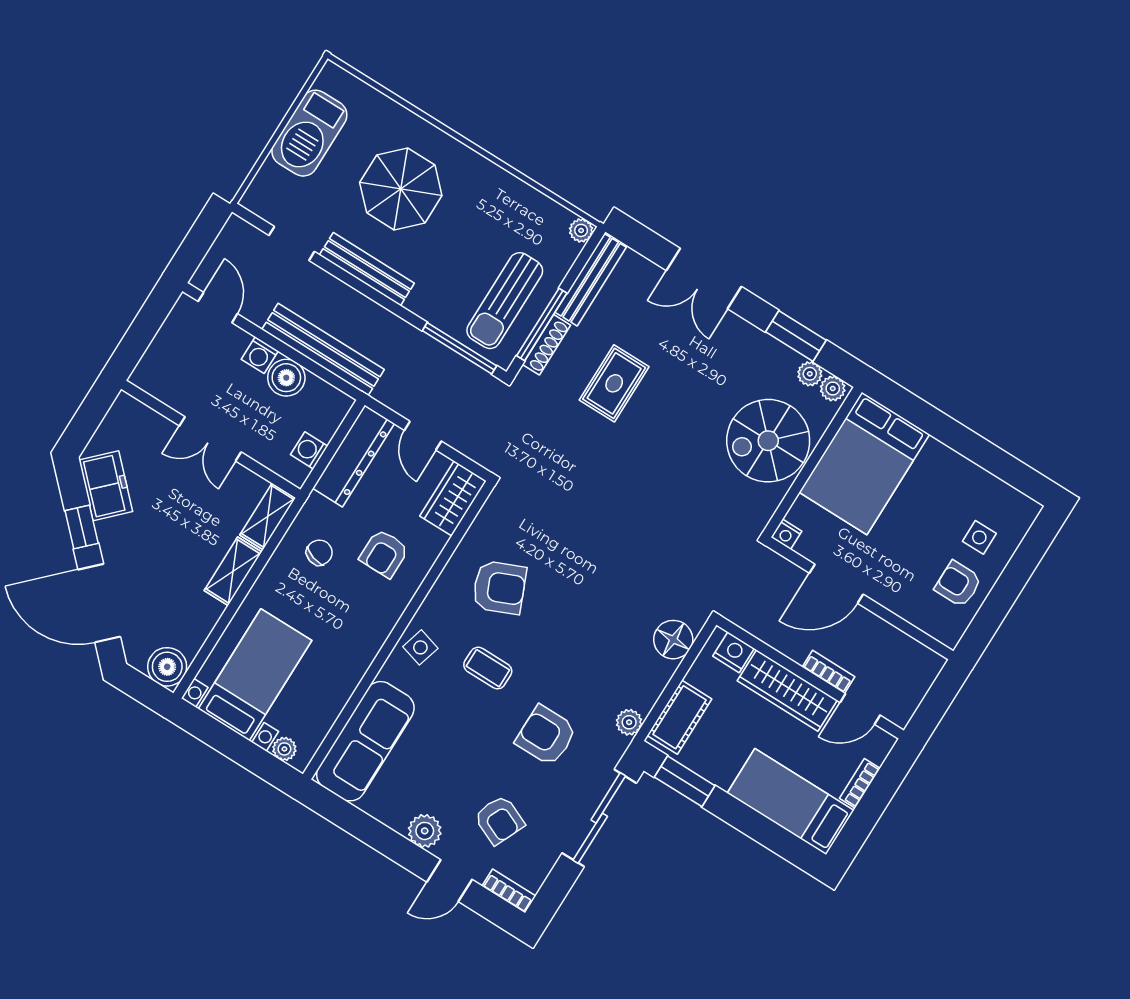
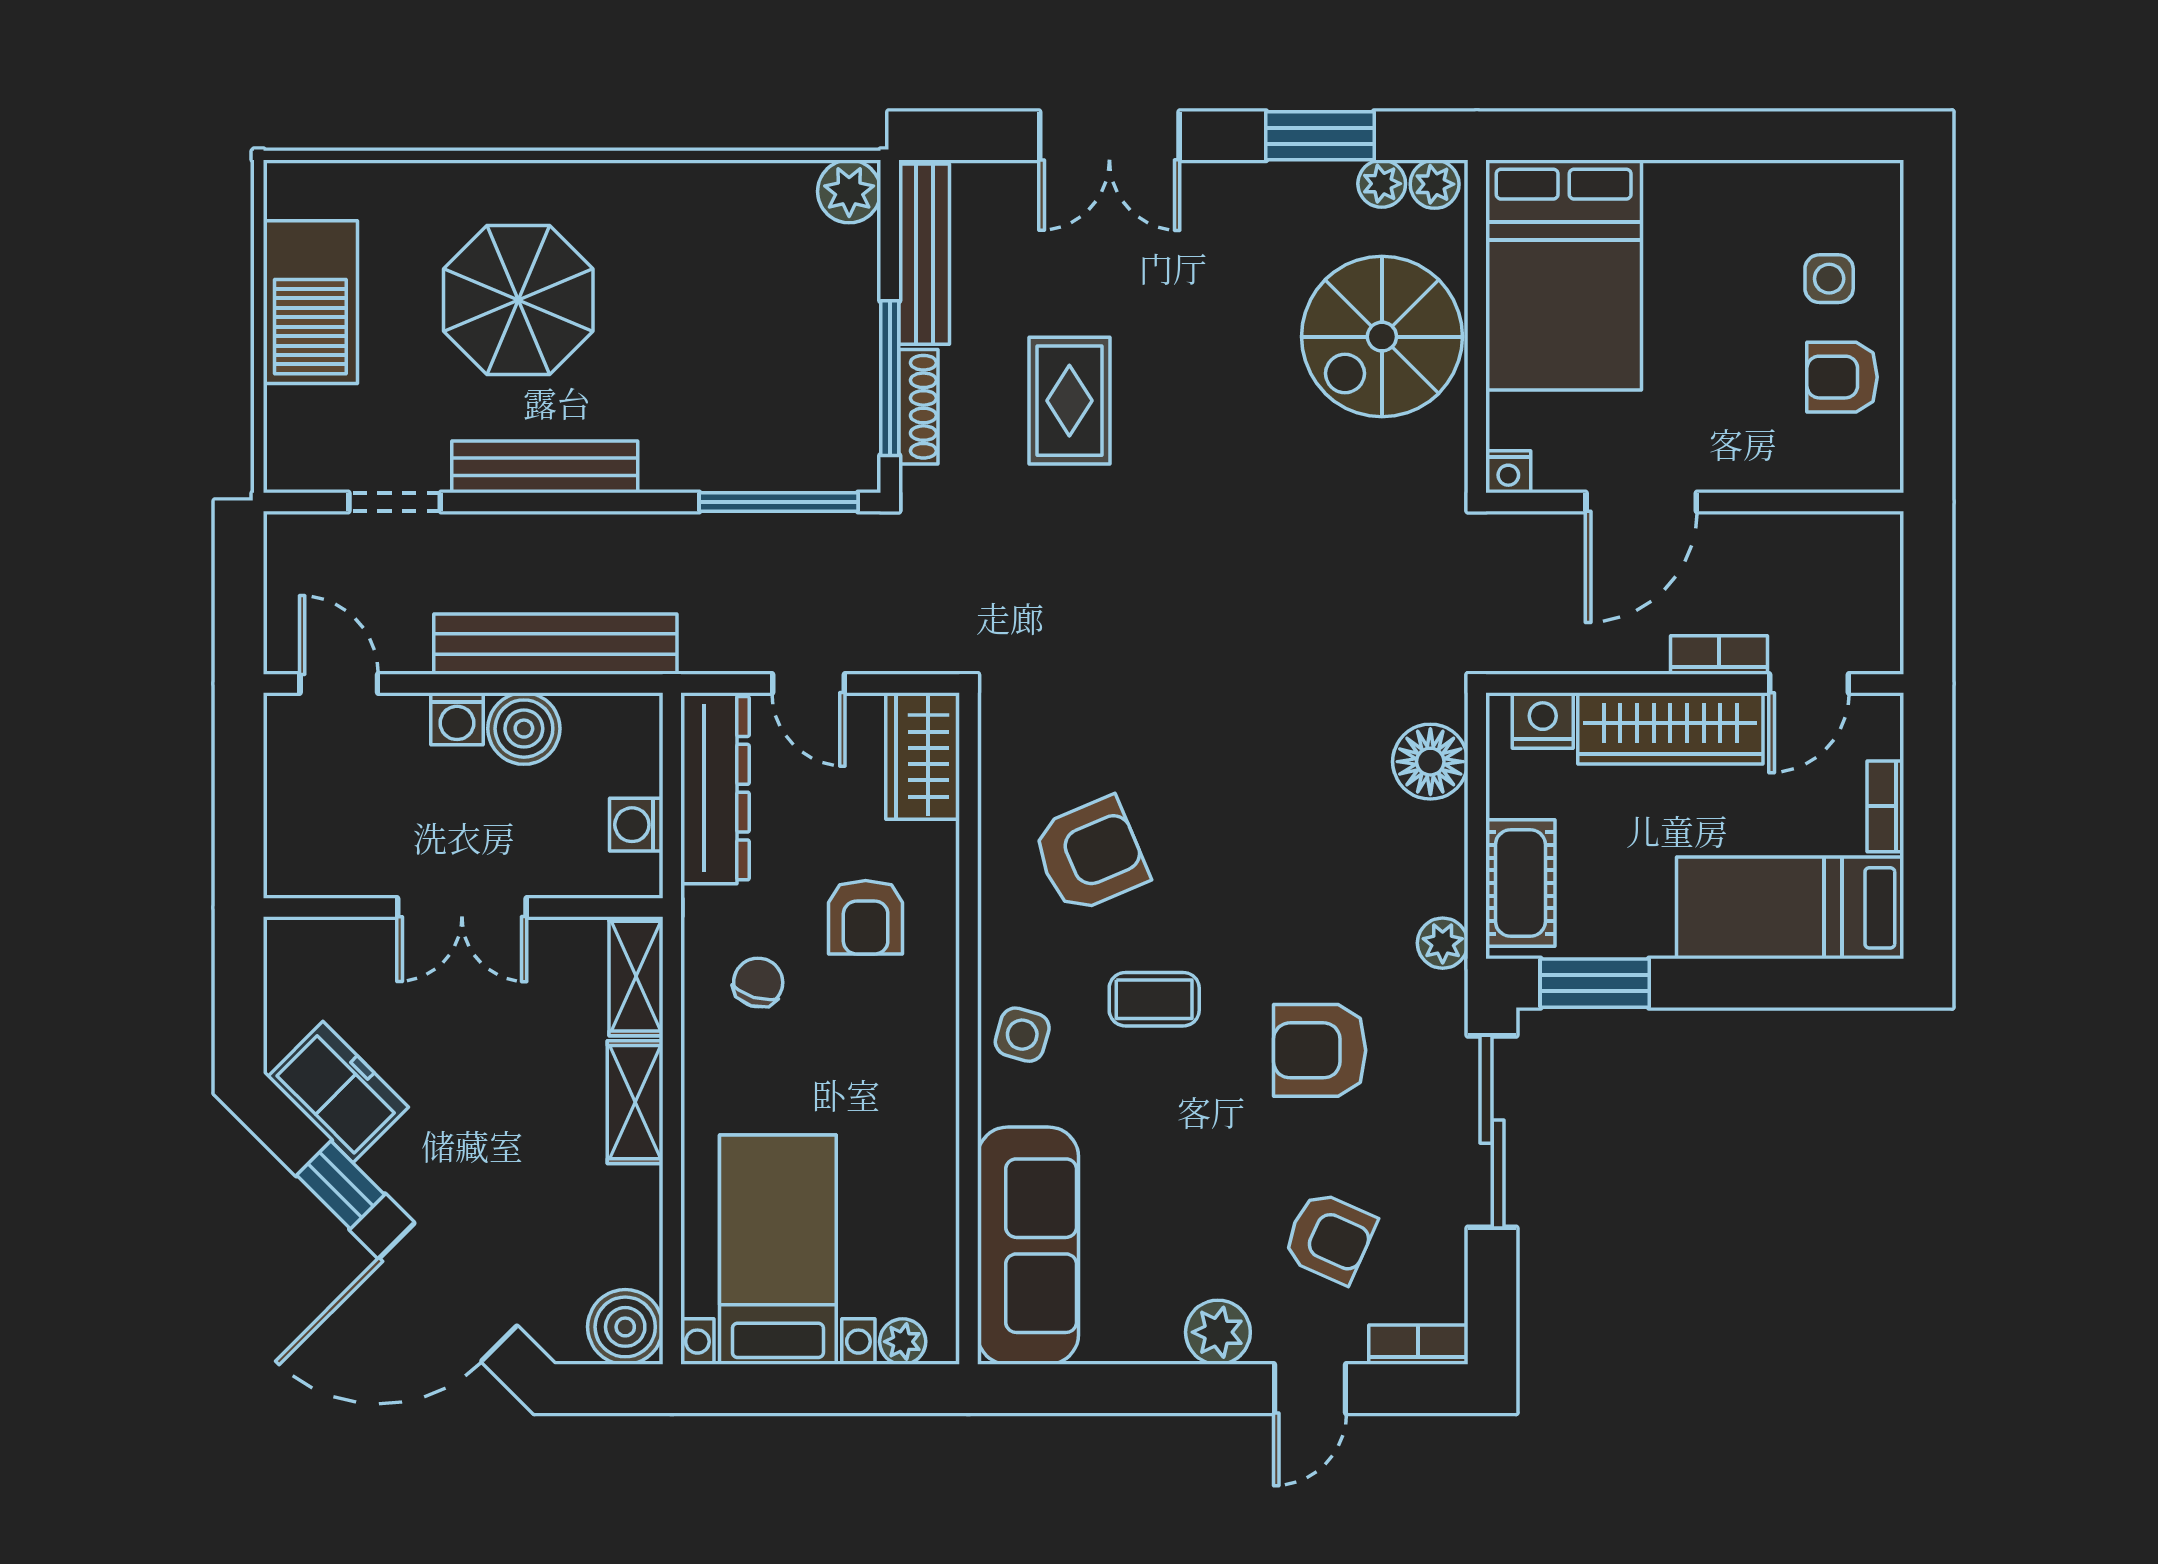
plant: (581, 230) -> (849, 191), width x1.38, depth x1.38
sun lounger: (505, 301) -> (804, 377), removed

